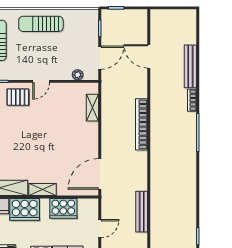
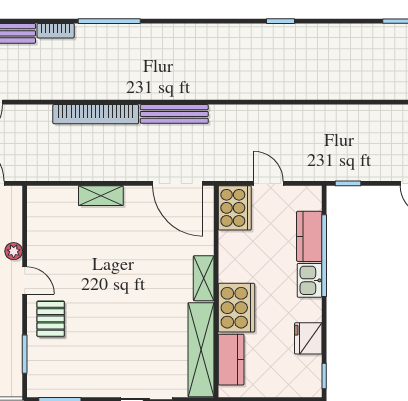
plant: (78, 75) -> (14, 251), moved
shelving: (92, 108) -> (101, 196), moved
cooker: (63, 208) -> (235, 208), moved
bench: (142, 212) -> (174, 114), moved

